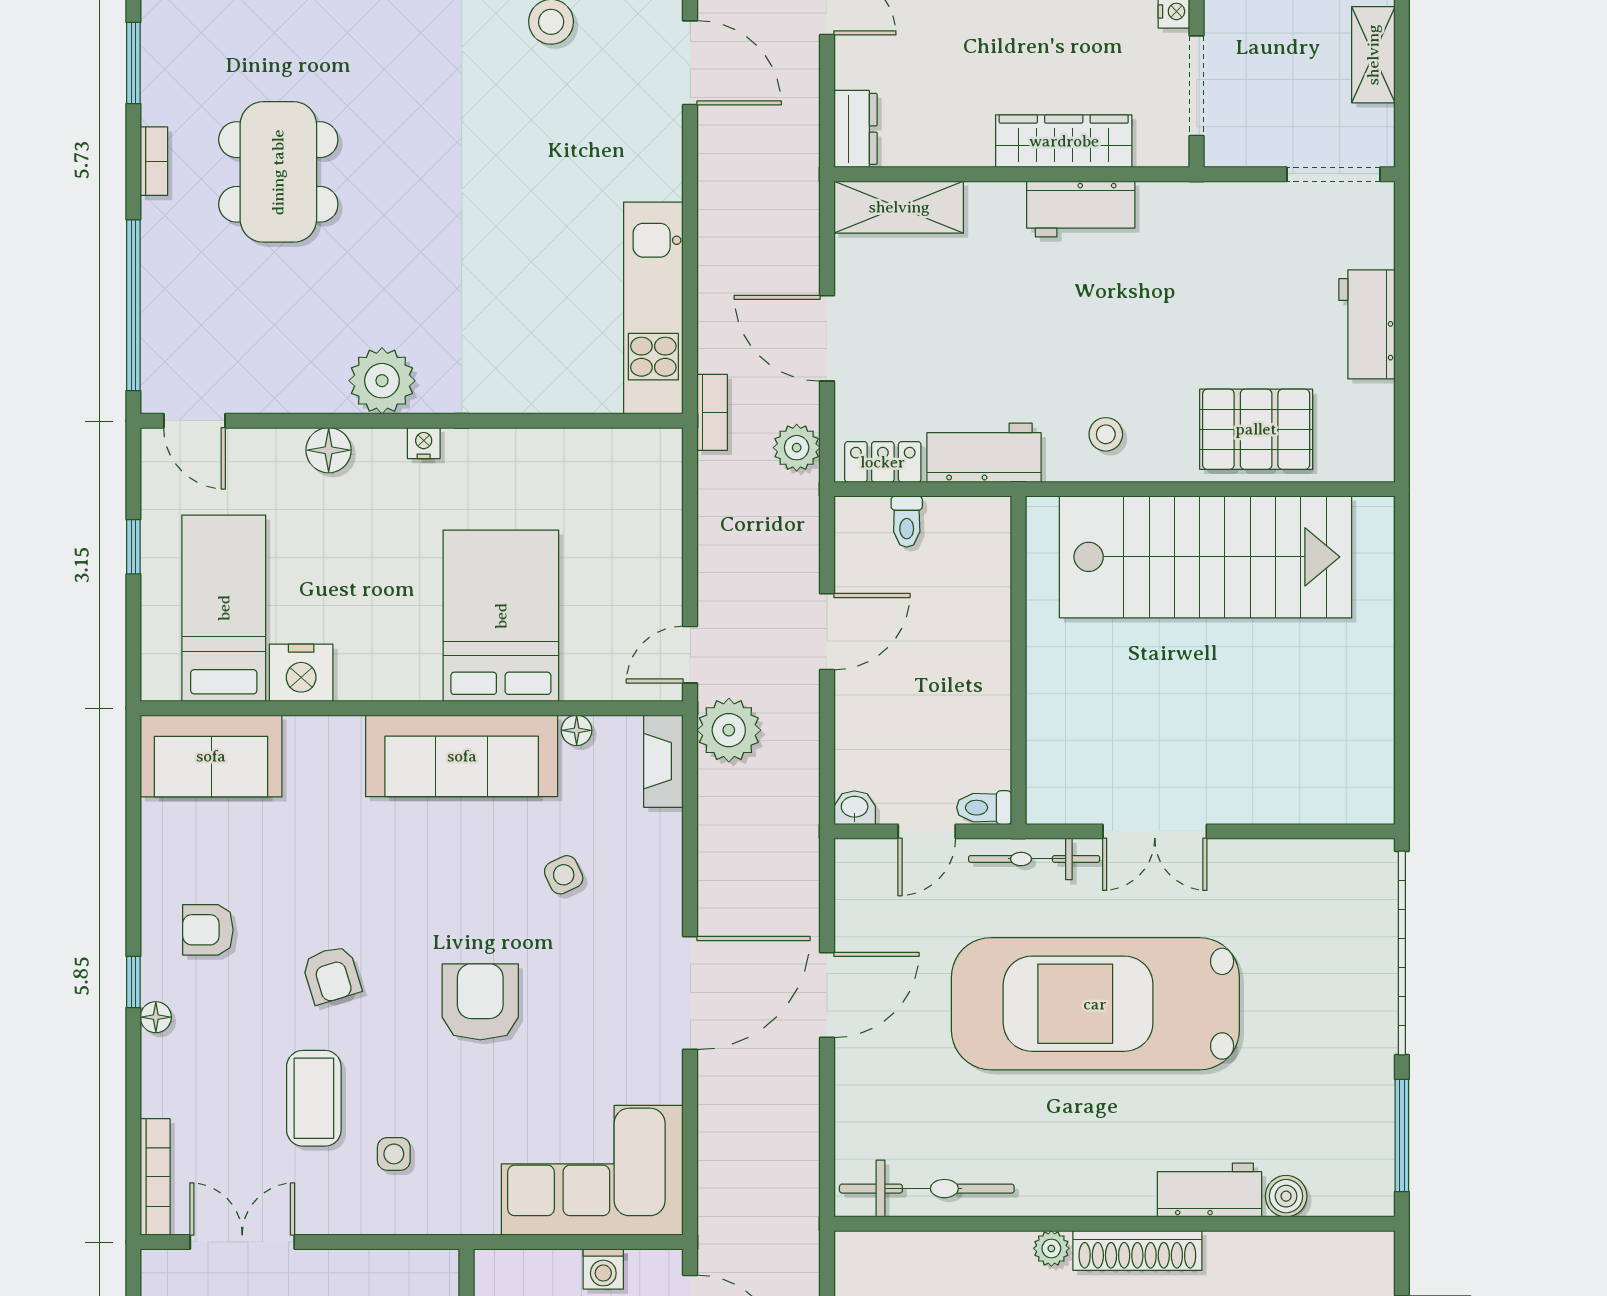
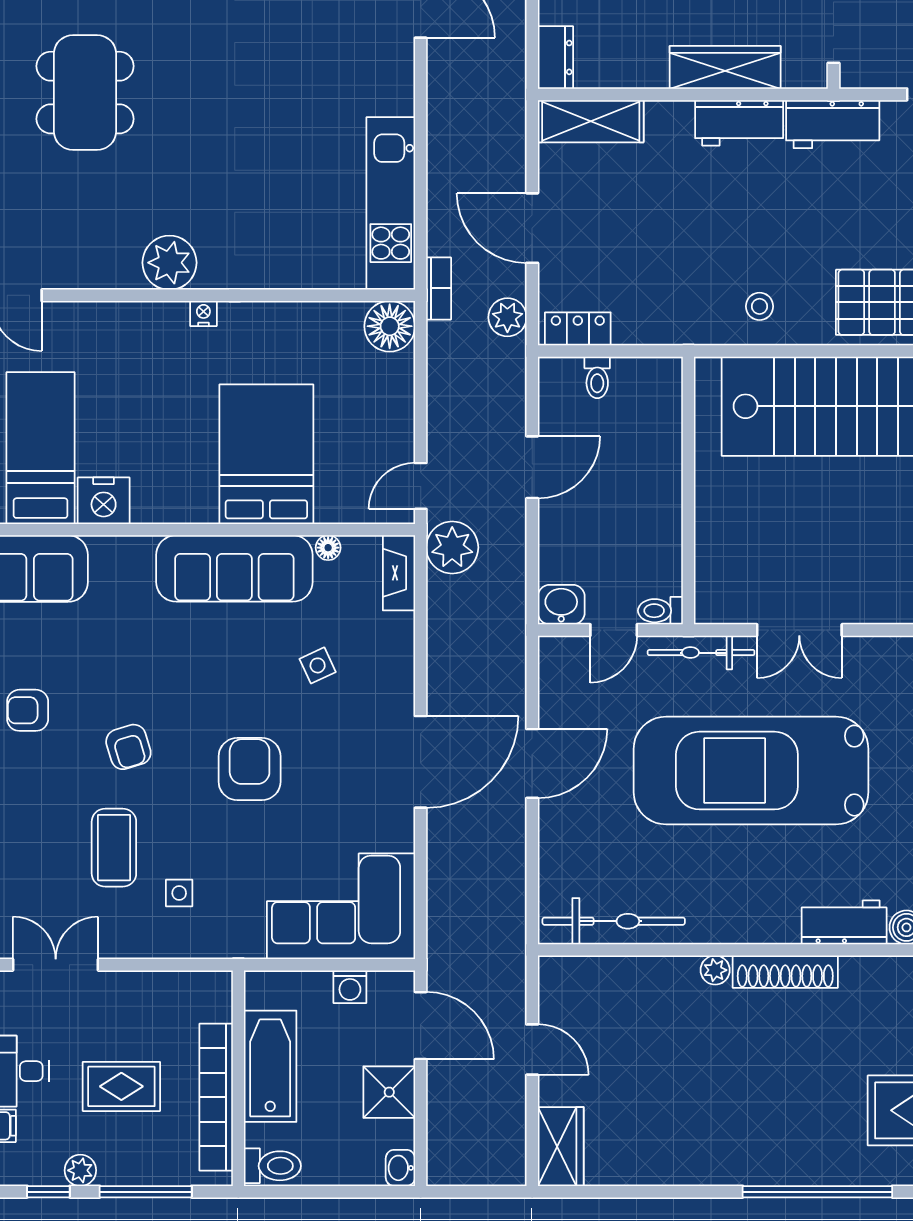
floor lamp: (329, 450) -> (390, 326), moved, width x1.38, depth x1.38
workbench: (984, 453) -> (833, 124), moved, turned 180
washbasin: (855, 808) -> (561, 605), width x1.38, depth x1.45

